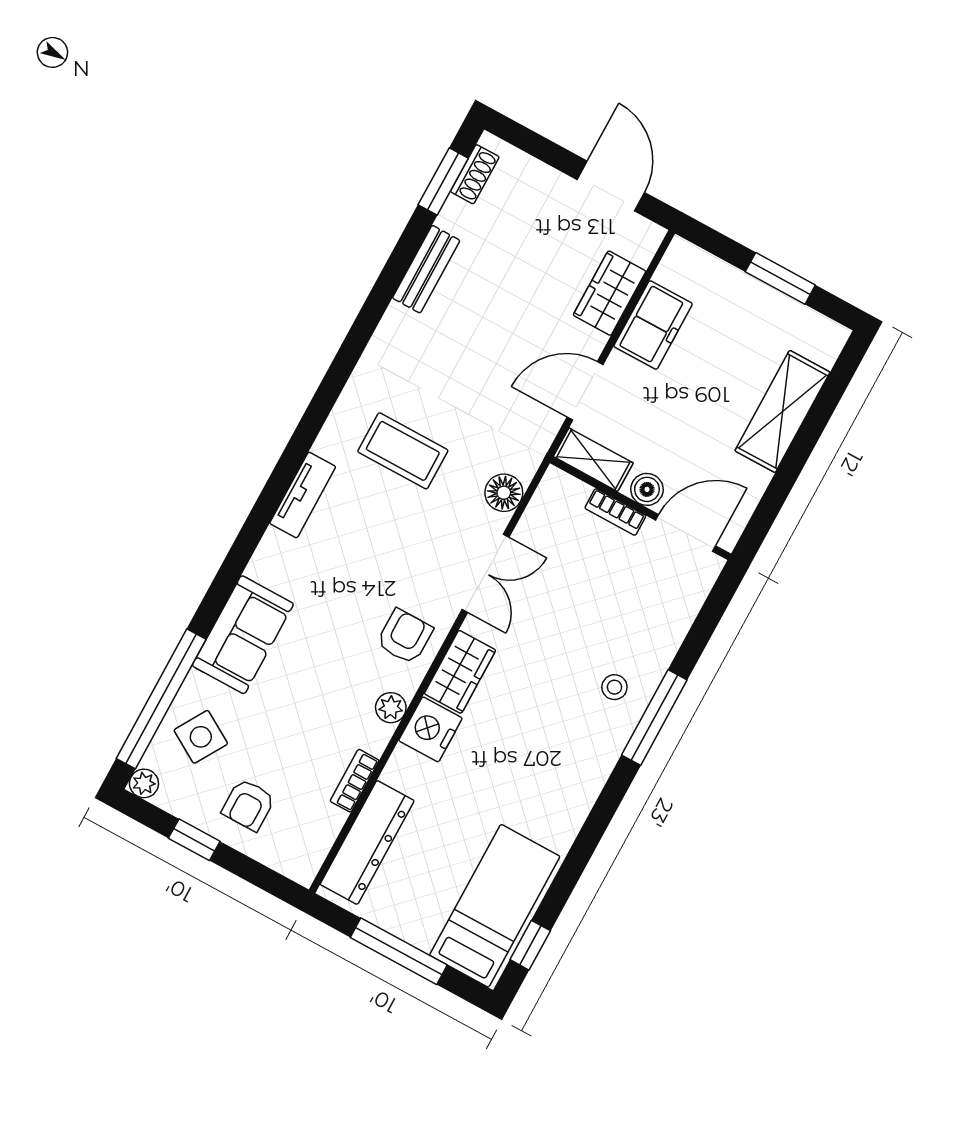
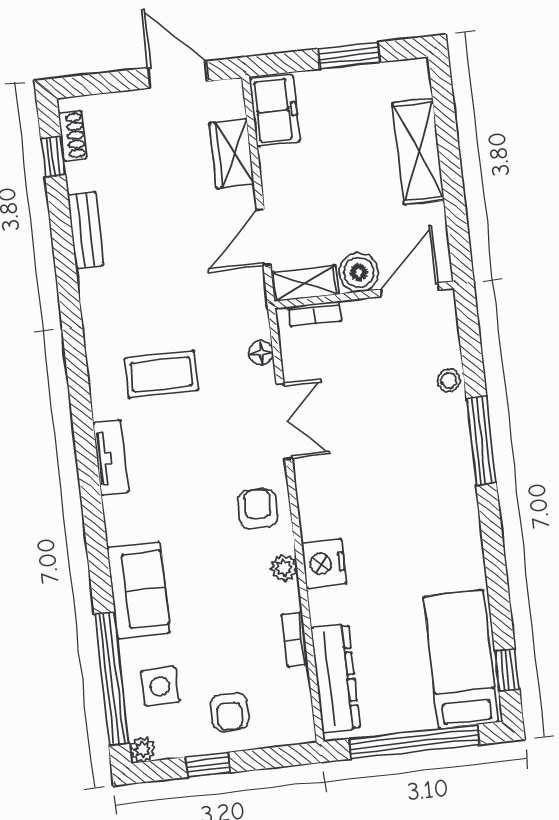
window: (443, 182) -> (53, 157), width x0.67
freezer: (653, 325) -> (275, 111), moved
boiler: (647, 489) -> (359, 272), width x1.36, depth x1.36
floor lamp: (504, 493) -> (261, 353), width x0.73, depth x0.73
bookcase: (615, 512) -> (315, 314), moved
wardrobe: (460, 672) -> (316, 506), removed
stool: (614, 687) -> (449, 380), moved
side table: (201, 737) -> (160, 686), turned -31
window: (399, 951) -> (414, 742), width x1.46

